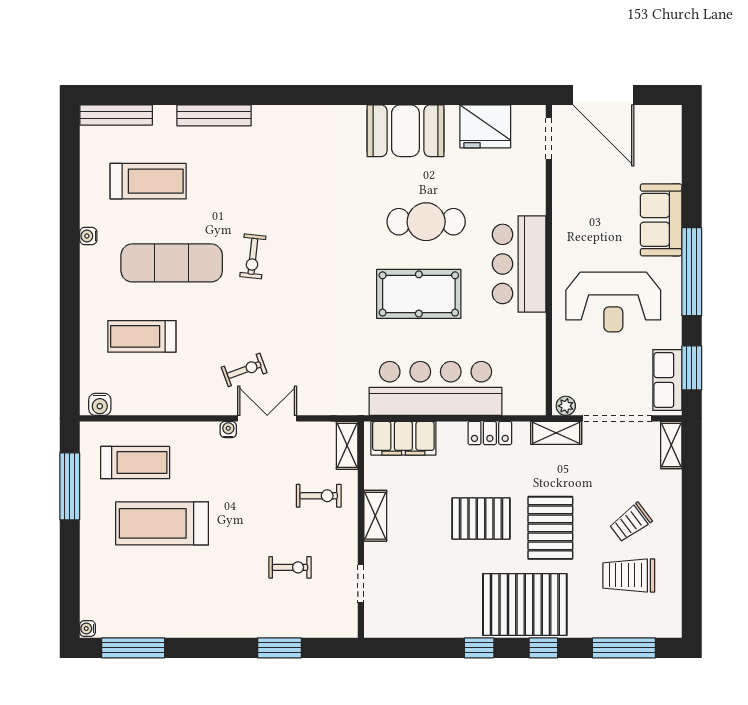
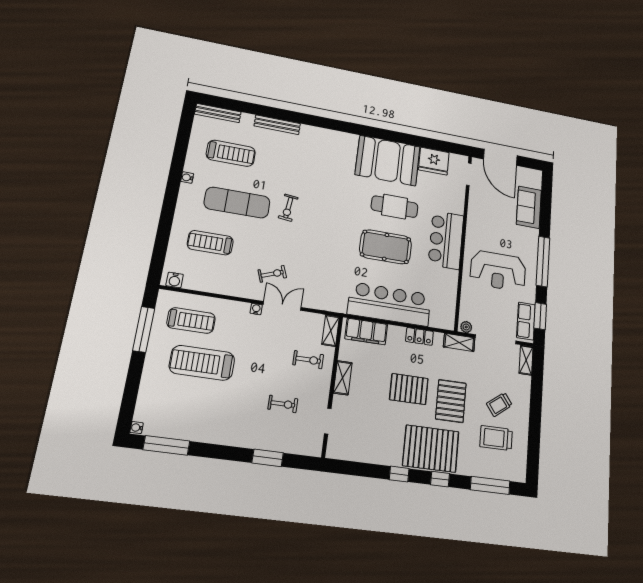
booth: (405, 131) -> (388, 161), width x1.36, depth x1.42
sofa: (661, 220) -> (529, 207), moved

